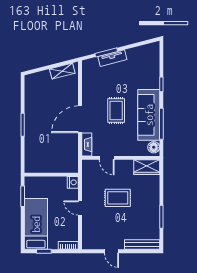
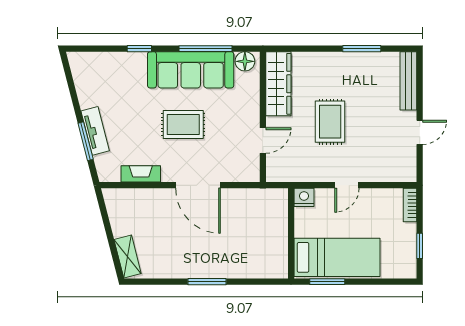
shelving: (62, 71) -> (128, 257), moved
fireplace: (87, 144) -> (141, 174), moved
wardrobe: (147, 167) -> (278, 84), width x1.50
bed: (36, 224) -> (337, 257), moved, turned 180

